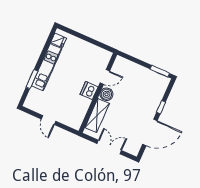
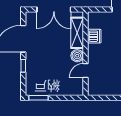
dishwasher: (89, 91) -> (94, 36), moved
double door: (109, 147) -> (54, 10), width x1.37

